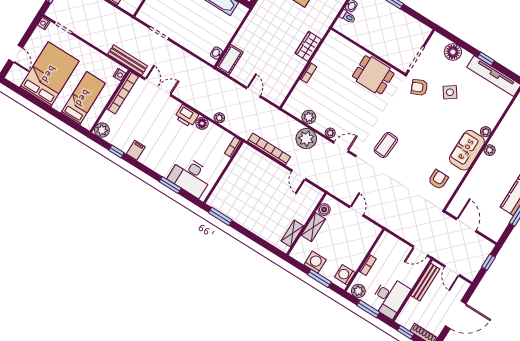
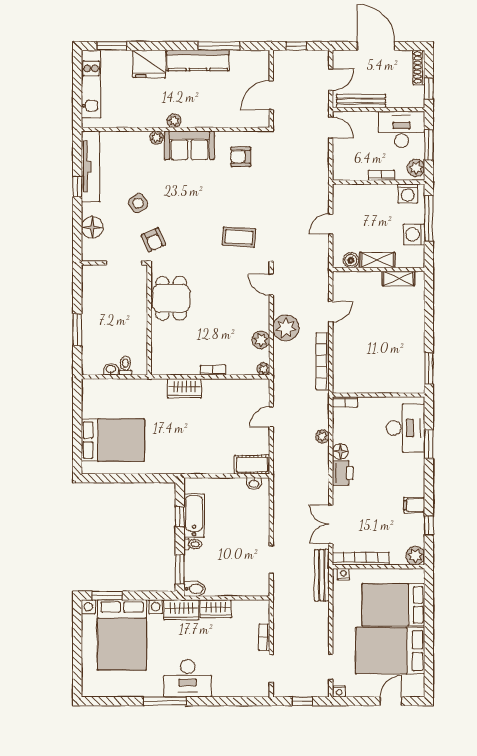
bed: (83, 98) -> (393, 605), width x1.50
plant: (330, 133) -> (263, 369), moved
window: (320, 278) -> (429, 218), width x1.44

